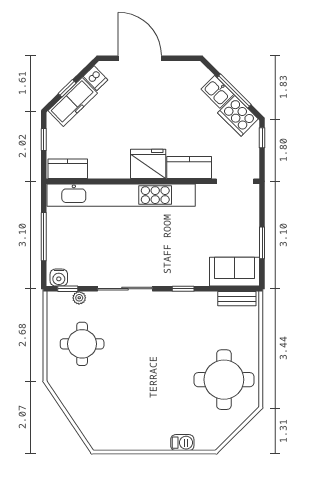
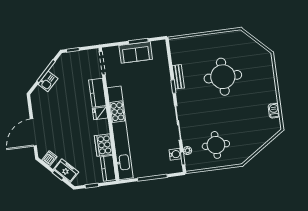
freezer: (73, 102) -> (66, 171), width x0.71
cooker: (238, 116) -> (103, 145), moved, turned 135
fridge: (148, 164) -> (100, 113), width x0.53, depth x0.75
sofa: (234, 272) -> (136, 52), moved, turned -90
water cooler: (59, 278) -> (175, 154), moved
bench: (237, 299) -> (178, 77), moved
round table: (224, 380) -> (223, 77), moved
barbecue: (182, 443) -> (274, 111), moved

